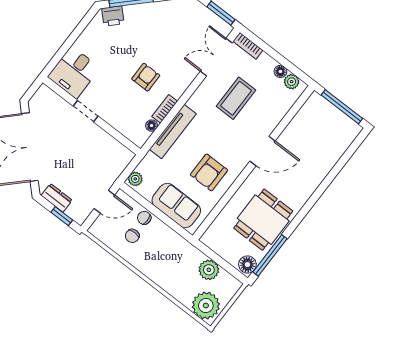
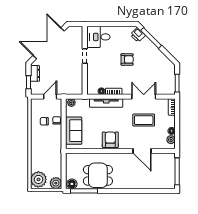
double door: (216, 57) -> (144, 97), moved
armchair: (146, 77) -> (127, 59), moved
door: (263, 151) -> (142, 151), moved
armchair: (209, 172) -> (110, 140), moved, turned 90
door: (104, 202) -> (50, 97), swing flipped
plant: (209, 270) -> (56, 183), moved

